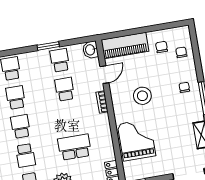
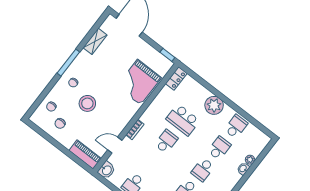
piano: (125, 46) -> (85, 155), width x0.73, depth x0.75
school desk: (65, 89) -> (166, 141), moved, turned 180
stool: (142, 96) -> (87, 103), moved

